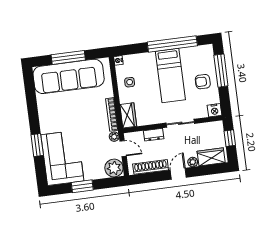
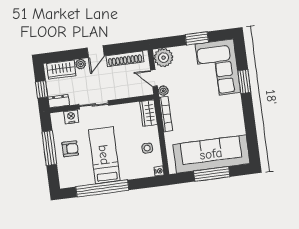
window: (221, 71) -> (49, 148), moved
nightstand: (214, 110) -> (71, 117), moved
dresser: (154, 135) -> (59, 101), moved

